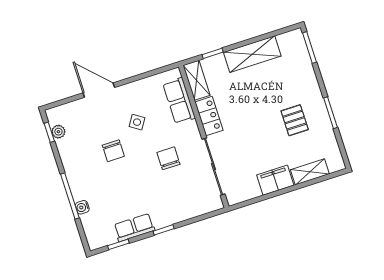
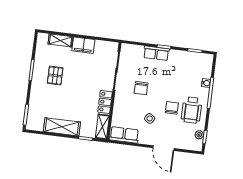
row of seats: (179, 101) -> (124, 135), moved, turned -90
wheelchair: (85, 161) -> (192, 110), added
row of seats: (134, 228) -> (156, 53), moved

